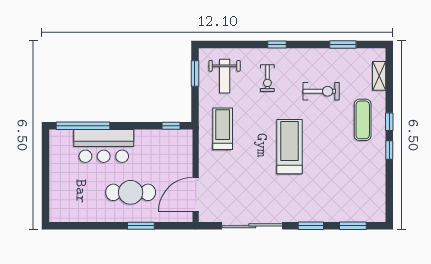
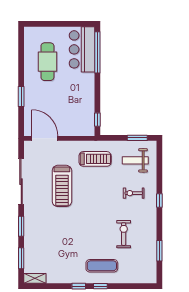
shelving: (379, 76) -> (35, 278), moved
exercise bike: (321, 91) -> (124, 234), turned 180
bar counter: (104, 146) -> (82, 49), moved
treadmill: (289, 147) -> (62, 186), moved, turned 90
cafe table: (131, 192) -> (47, 62), moved

